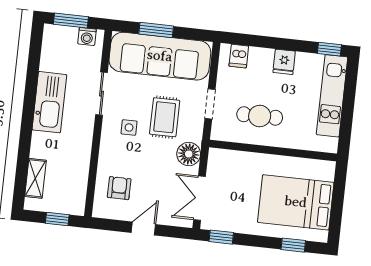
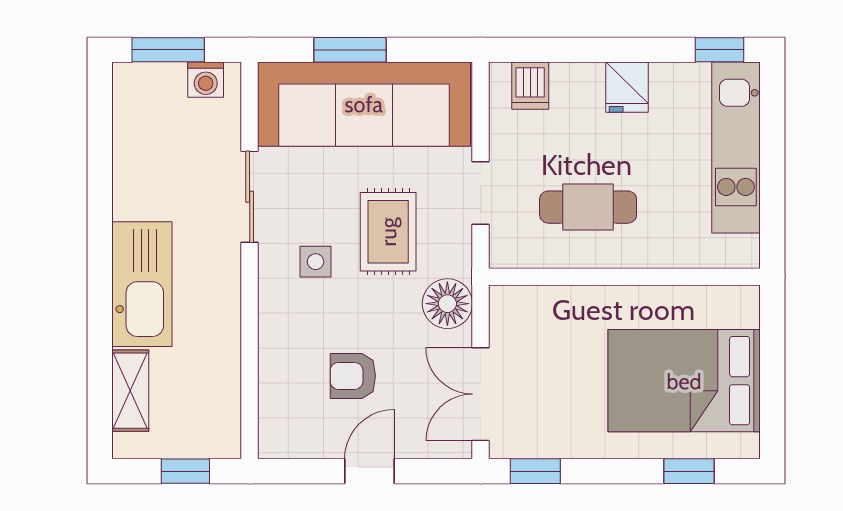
kitchen sink: (49, 102) -> (142, 284), moved
armchair: (119, 188) -> (353, 376), moved, turned -90

